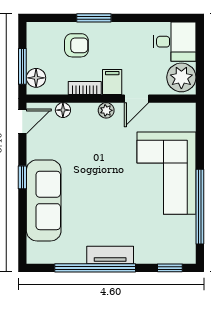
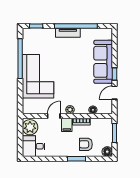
floor lamp: (36, 78) -> (107, 152), moved
door: (22, 121) -> (114, 93), moved

